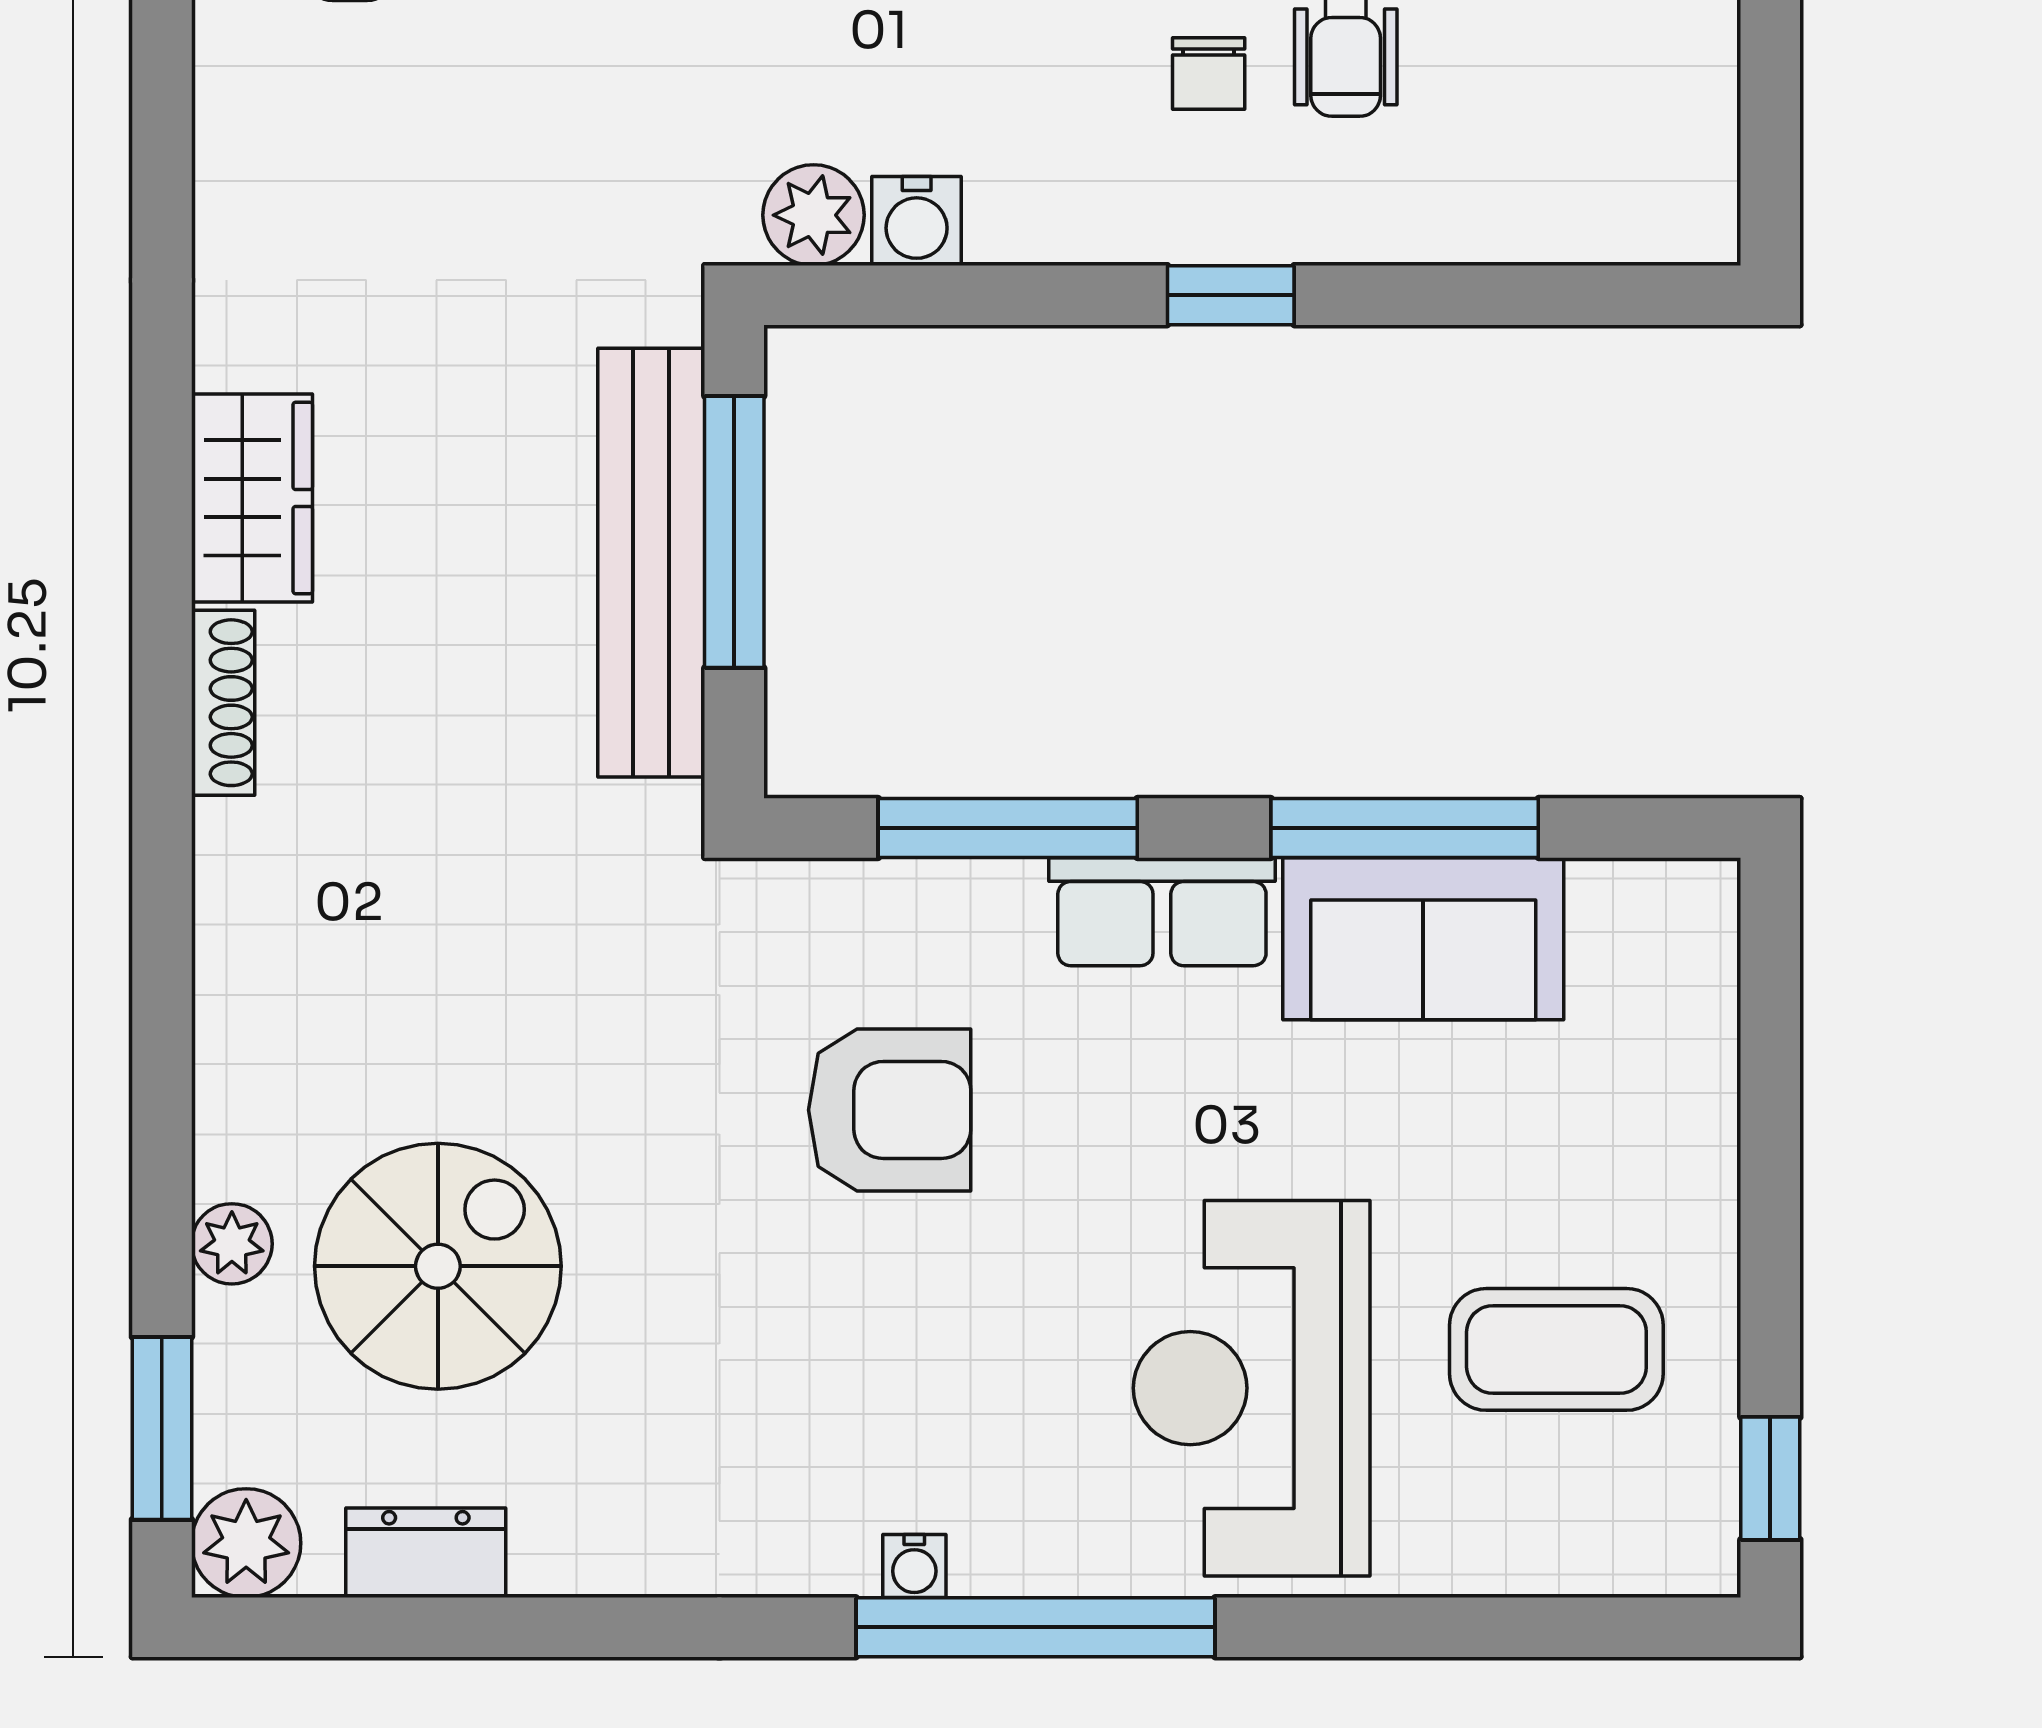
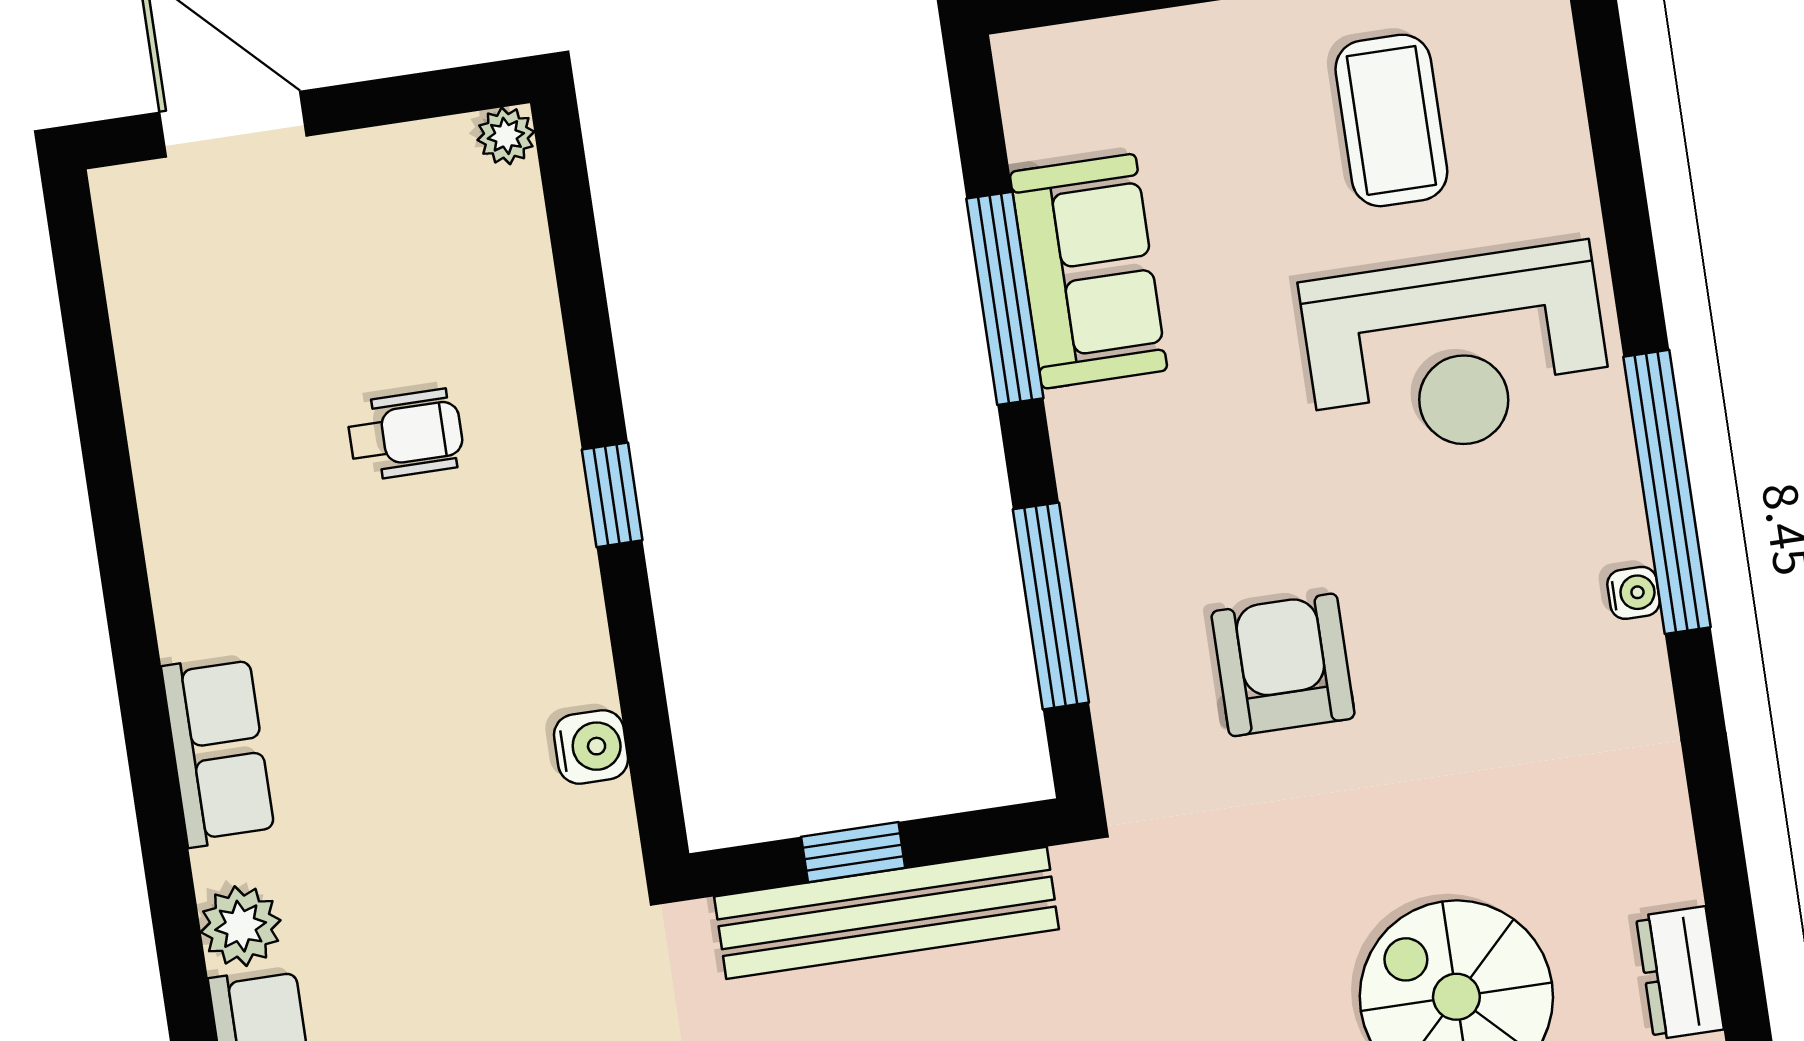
chair: (1209, 74) -> (443, 538), removed
plant: (814, 215) -> (506, 136), moved, width x0.73, depth x0.73
window: (734, 532) -> (853, 852), width x0.46
row of seats: (1162, 912) -> (1098, 477), removed

